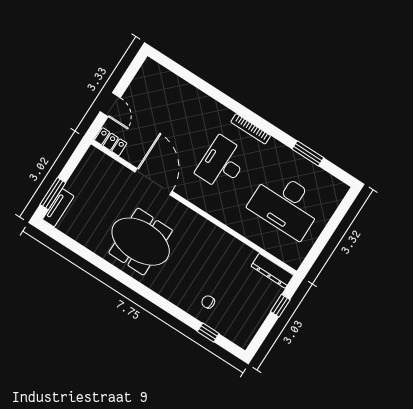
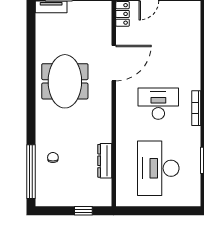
dresser: (272, 271) -> (105, 161), moved
window: (208, 332) -> (31, 172), width x3.17

